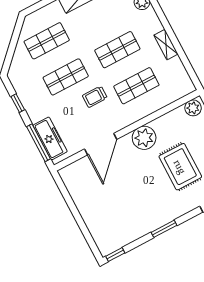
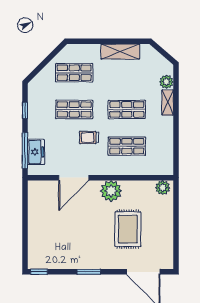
shelving: (166, 45) -> (168, 103), moved
freezer: (50, 138) -> (36, 152), width x0.71

